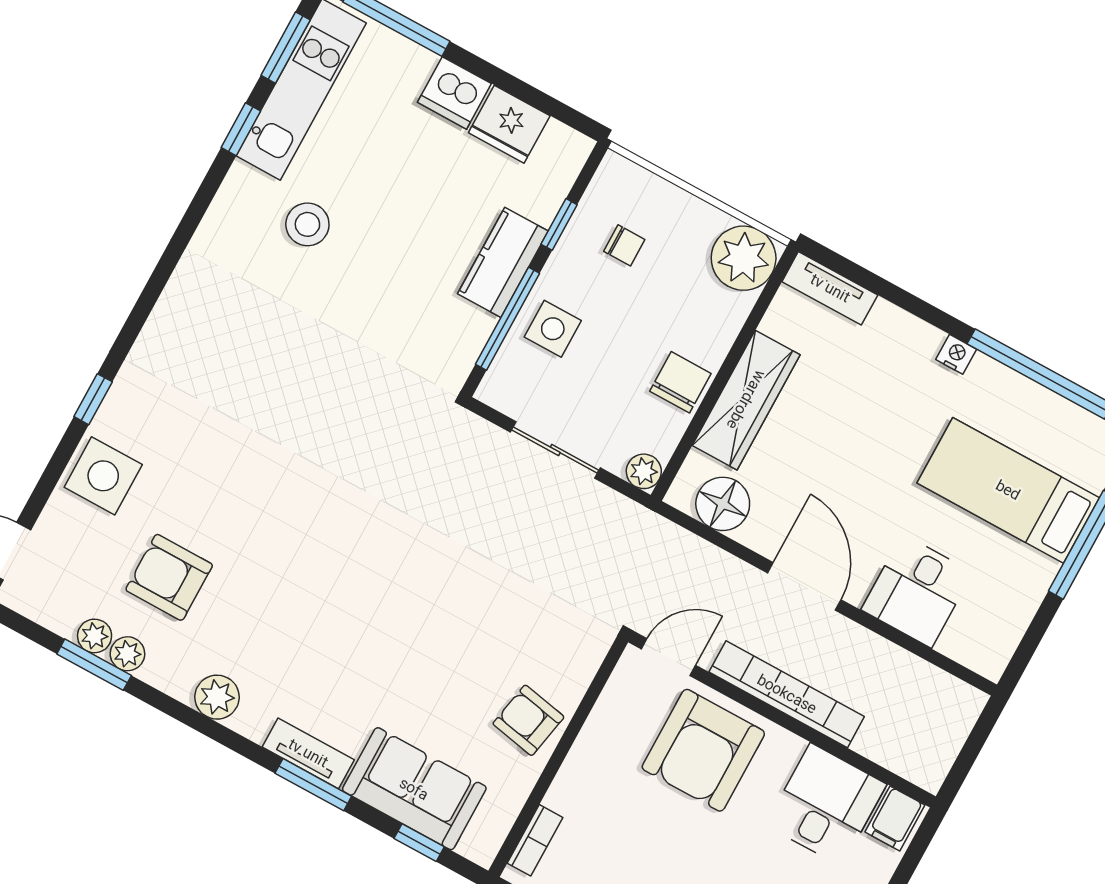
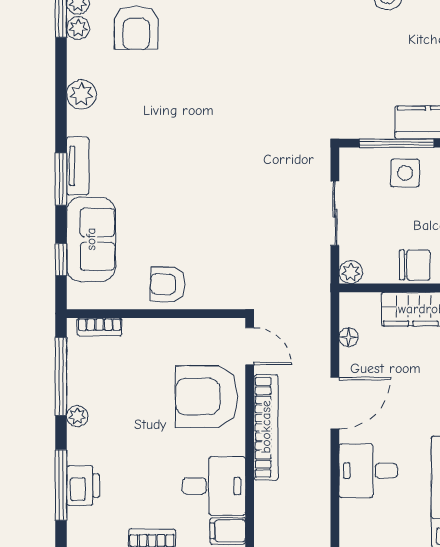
floor lamp: (723, 504) -> (349, 337), width x0.53, depth x0.53
armchair: (169, 577) -> (136, 28), turned 180
armchair: (528, 720) -> (168, 284), turned -100

